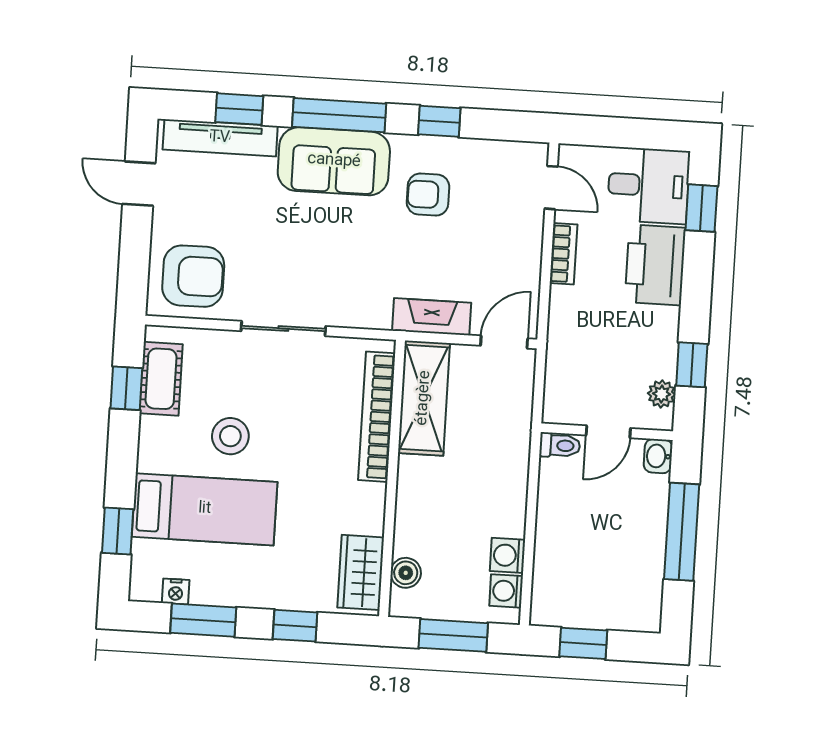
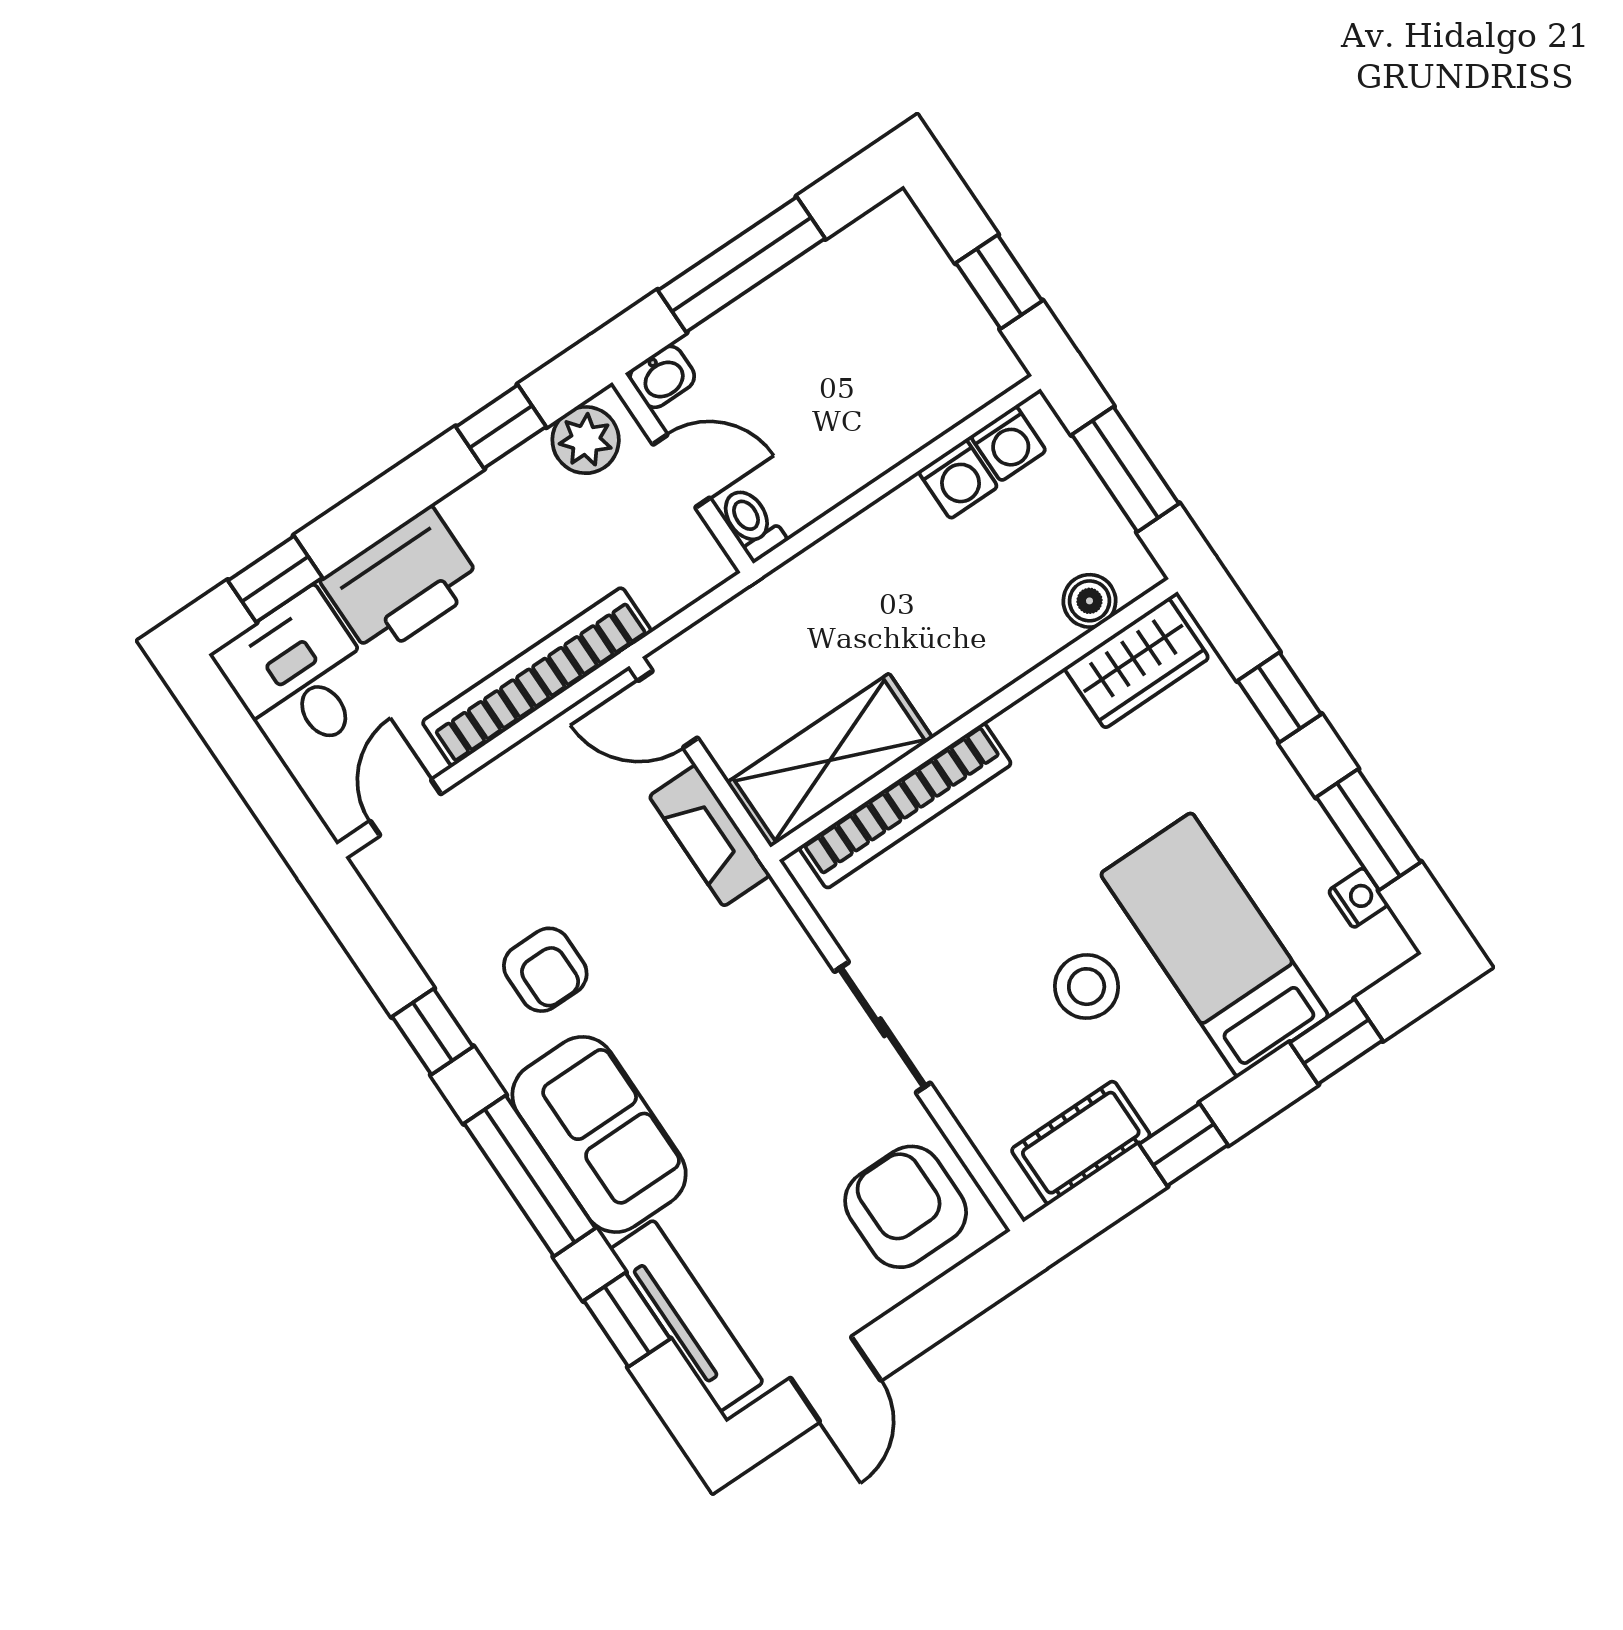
bookcase: (564, 254) -> (537, 677), width x2.31, depth x1.31
window: (126, 388) -> (1183, 1145), moved
plant: (662, 394) -> (586, 440), width x1.38, depth x1.38

